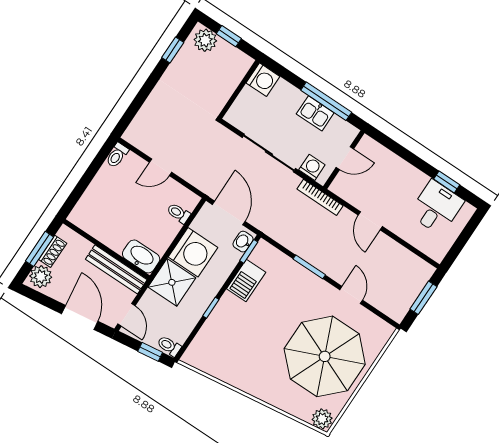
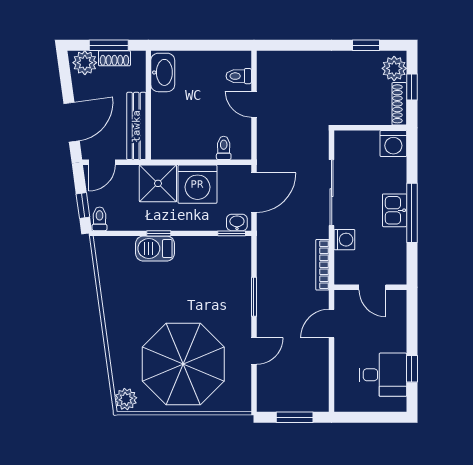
shoe rack: (235, 55) -> (399, 104), added
toilet: (117, 155) -> (239, 76), moved
door: (345, 158) -> (372, 287), moved
wall: (344, 160) -> (370, 287), moved
washbasin: (141, 256) -> (163, 72), moved
barbecue: (246, 281) -> (155, 249), moved

